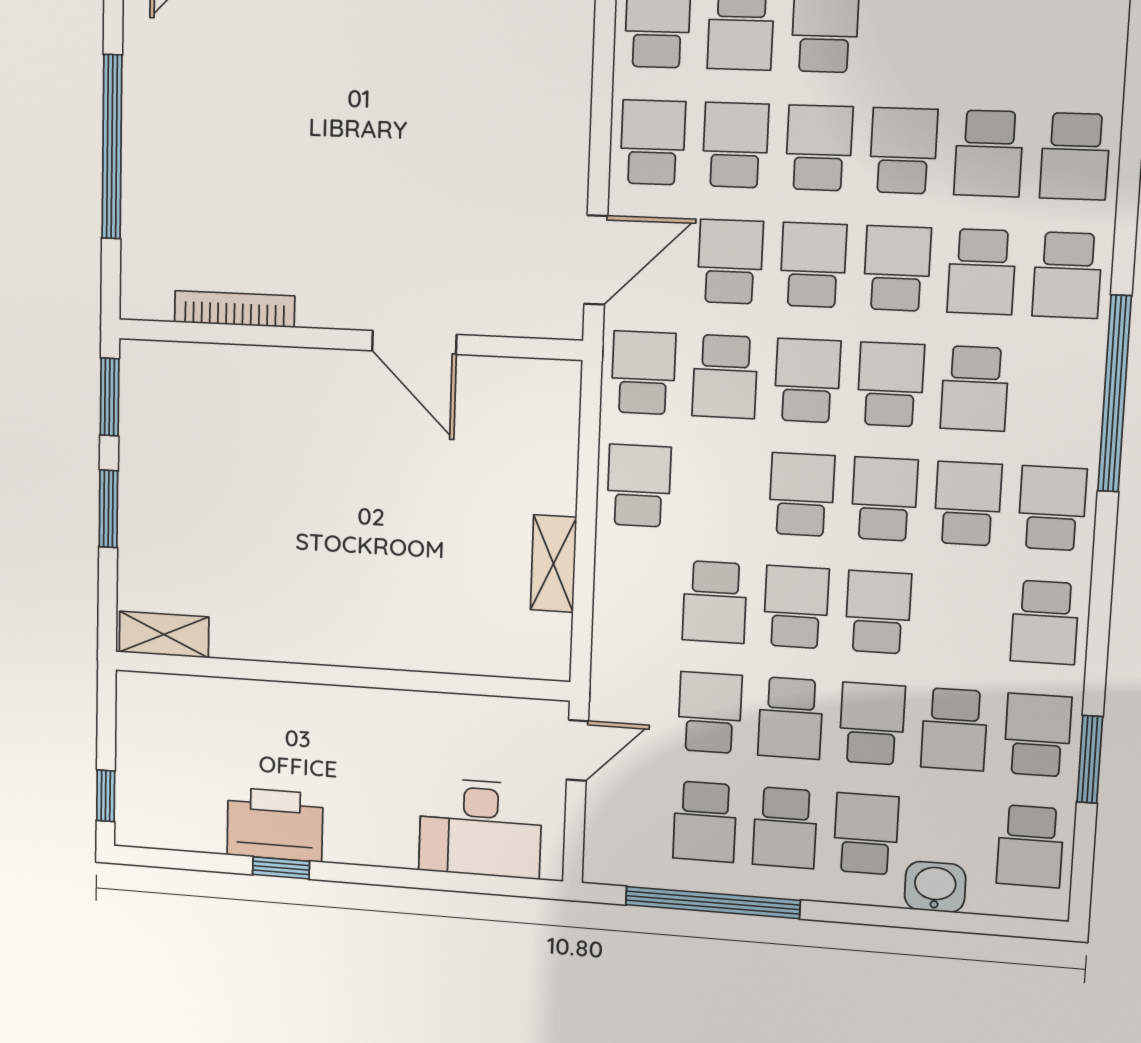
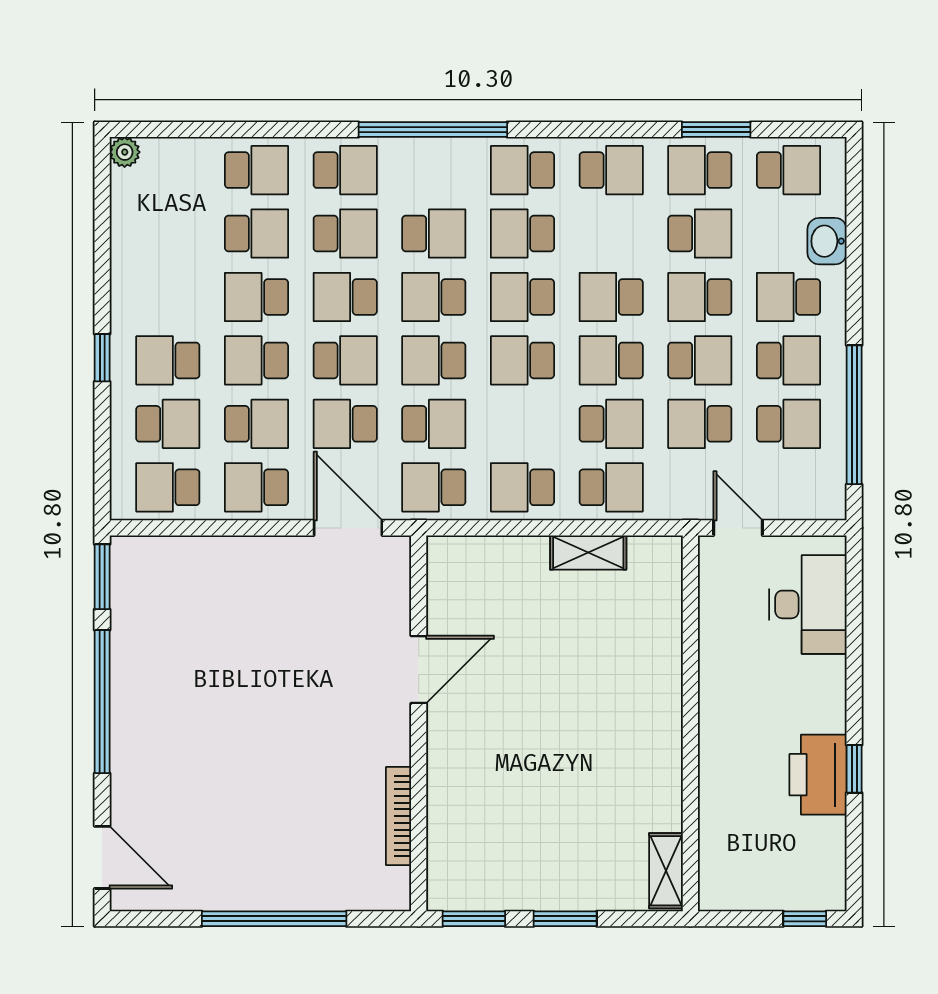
school desk: (735, 145) -> (256, 424), turned 180
school desk: (813, 265) -> (345, 360), turned 180
school desk: (634, 597) -> (611, 487), added

